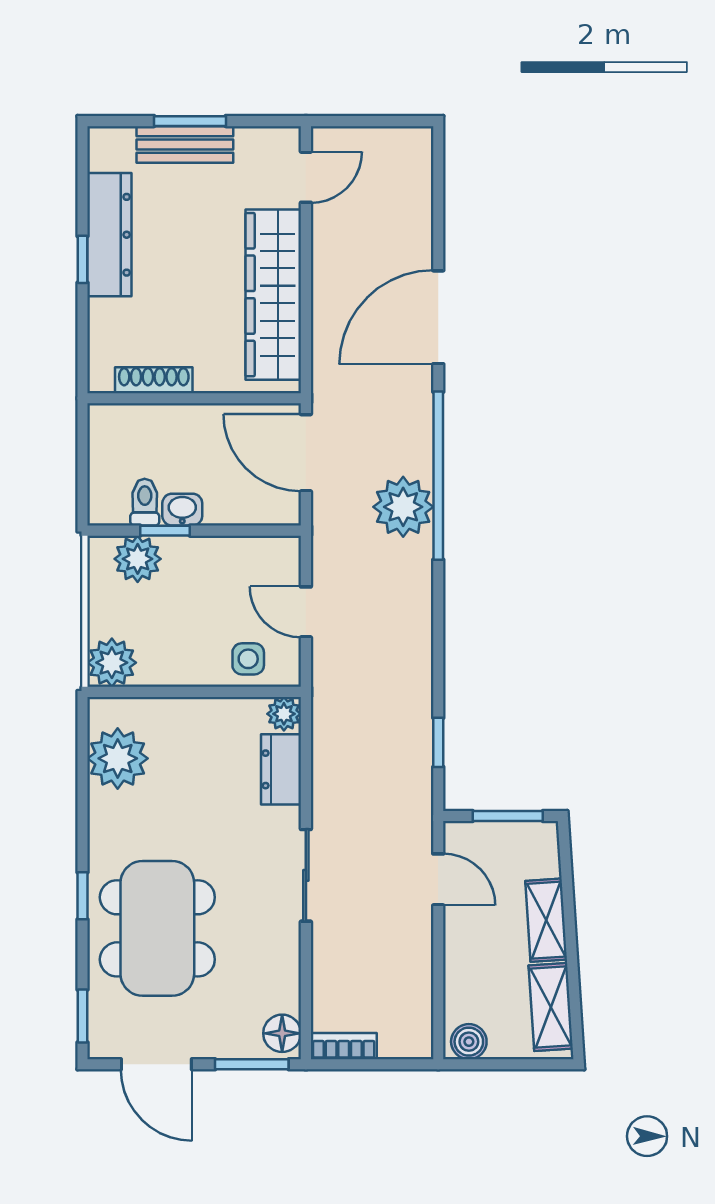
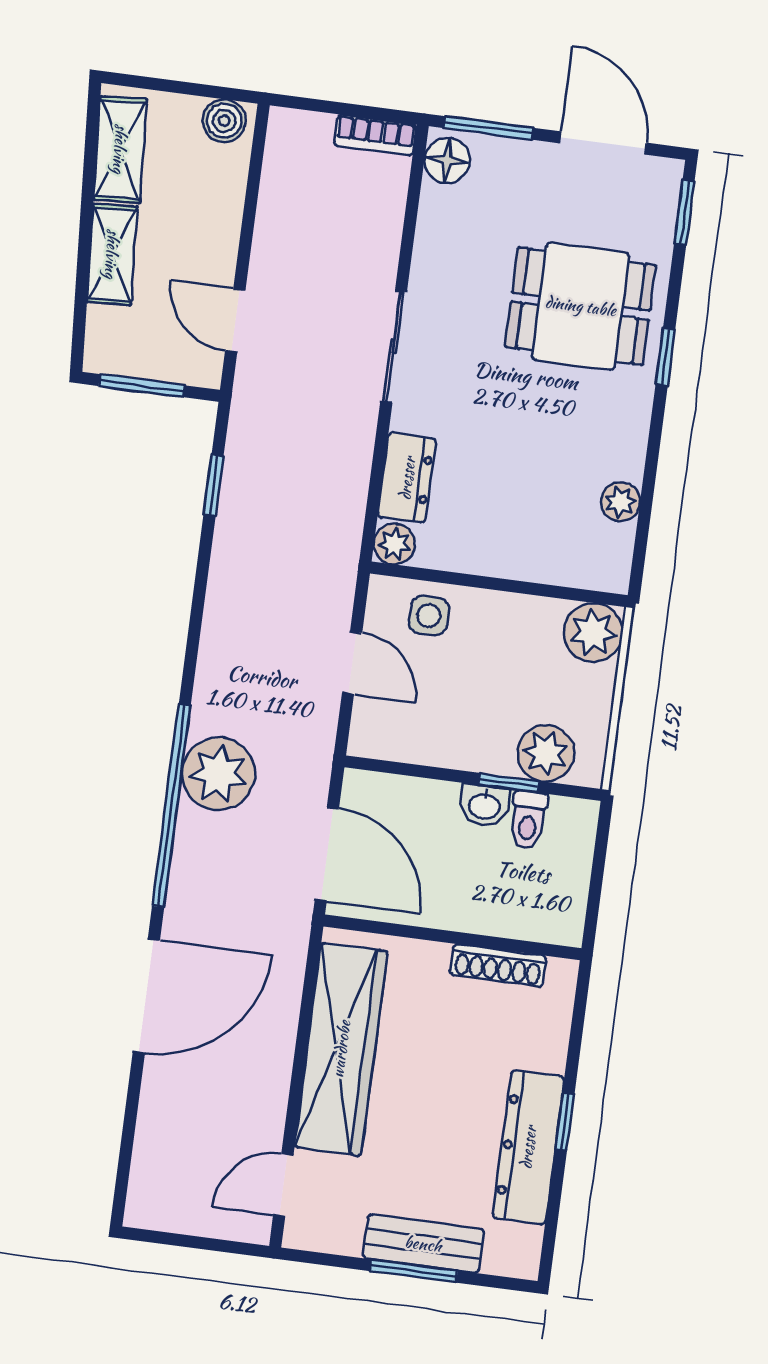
plant: (118, 758) -> (620, 502), width x0.53, depth x0.53
dining table: (157, 928) -> (581, 306), width x0.73

